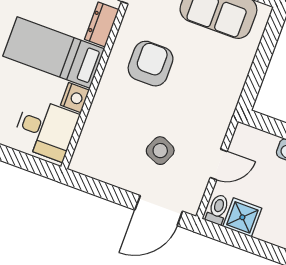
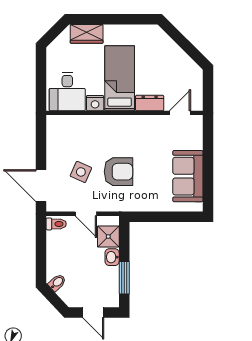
armchair: (151, 64) -> (118, 172), moved
shower: (242, 217) -> (108, 236), moved

